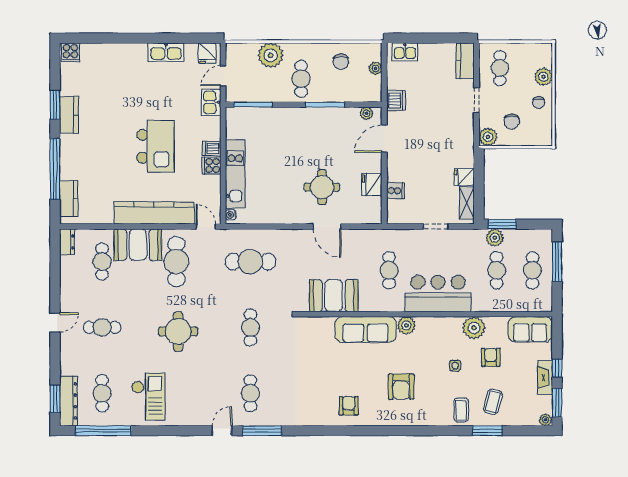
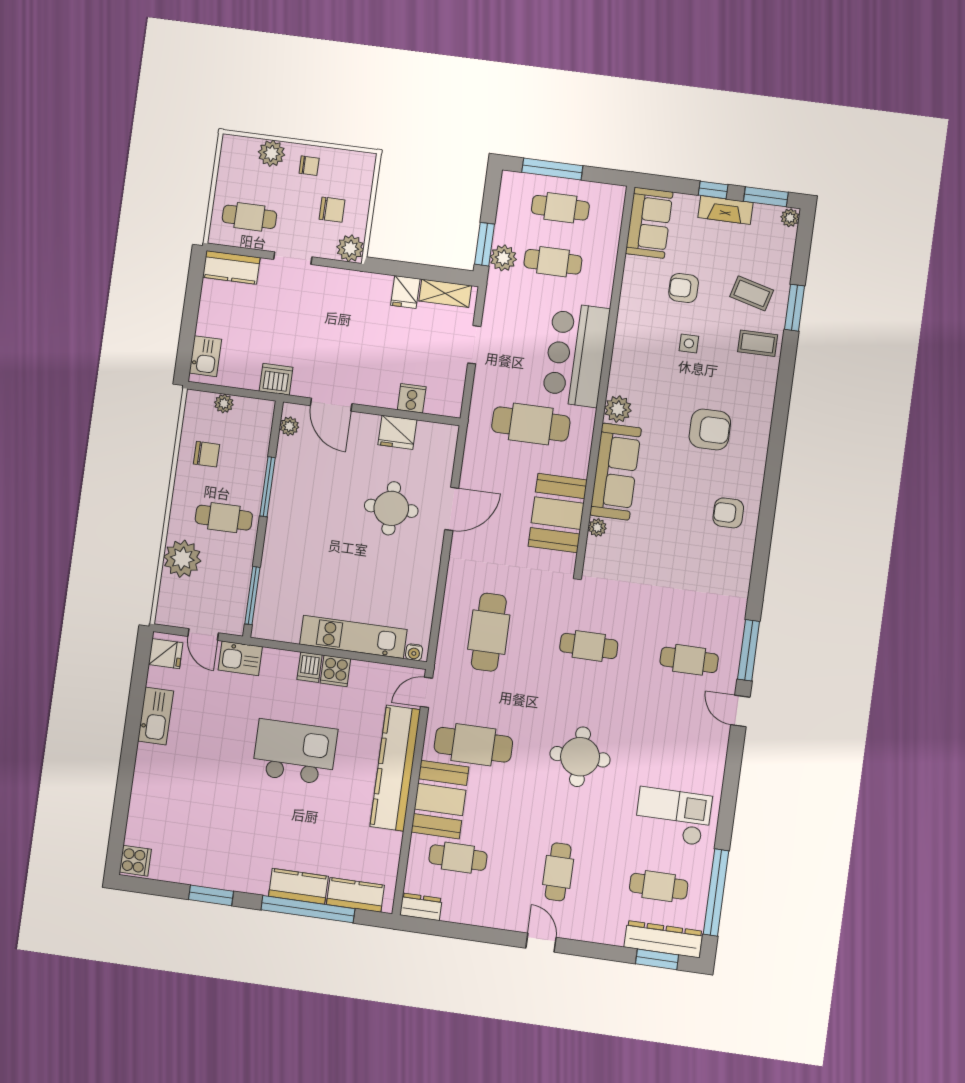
kitchen counter: (69, 115) -> (298, 886), moved
cafe table: (389, 270) -> (531, 424), width x1.37, depth x1.35
plant: (474, 328) -> (597, 527), moved, width x0.53, depth x0.53

